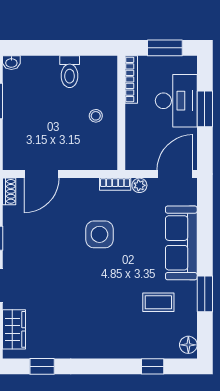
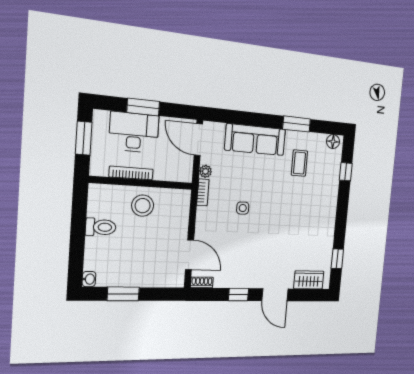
bookcase: (131, 79) -> (131, 173), moved
stool: (96, 116) -> (143, 206), width x1.89, depth x1.89
side table: (99, 234) -> (243, 208), width x0.54, depth x0.54

